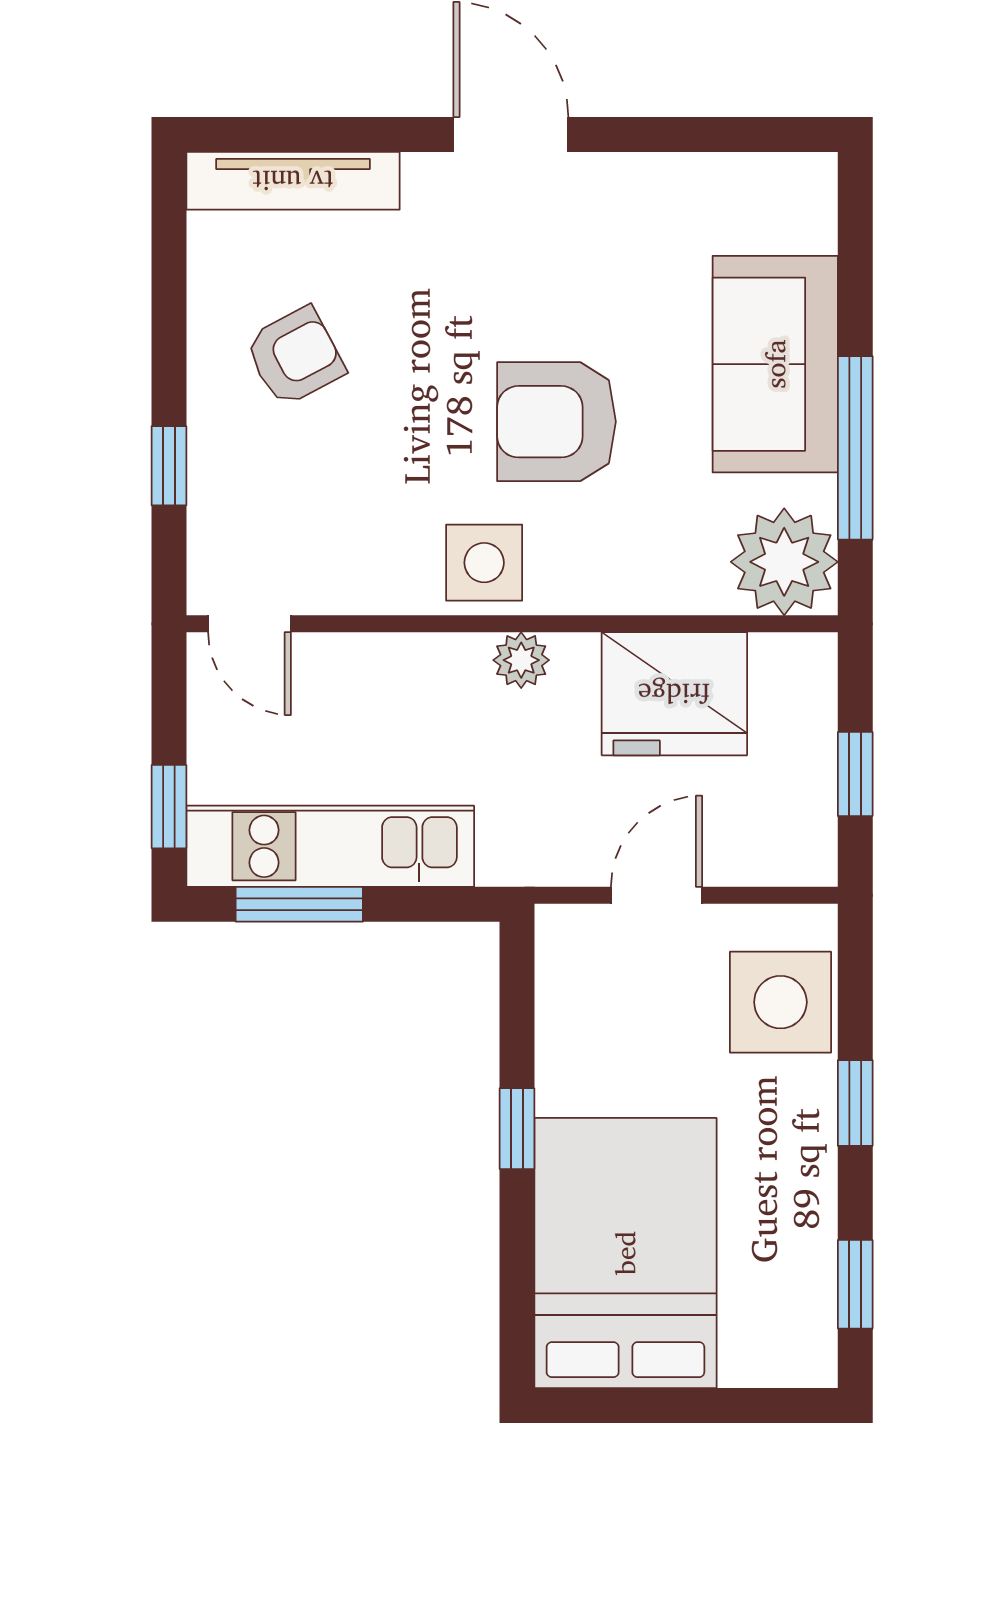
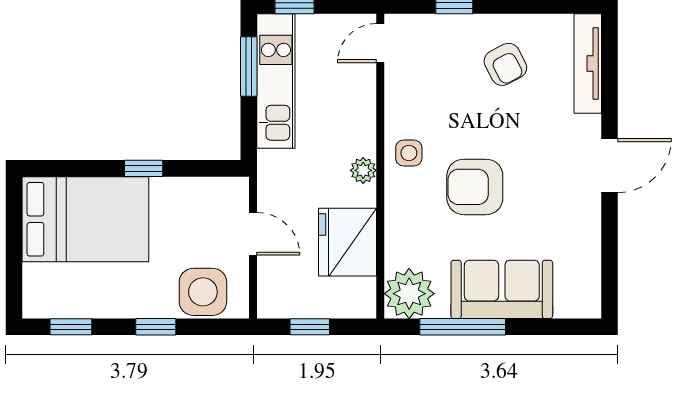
armchair: (556, 422) -> (475, 187), turned -90
side table: (484, 563) -> (409, 153), width x0.73, depth x0.73

